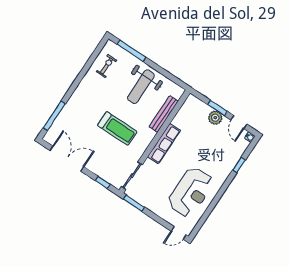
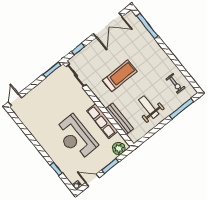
weight bench: (141, 87) -> (149, 107), width x0.73, depth x0.75
plant: (215, 118) -> (119, 148), moved
treadmill: (117, 128) -> (120, 76), turned 180
row of seats: (164, 144) -> (102, 121), moved
reception desk: (191, 192) -> (76, 137), moved

